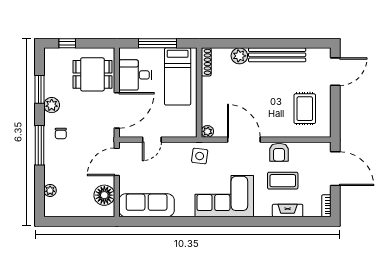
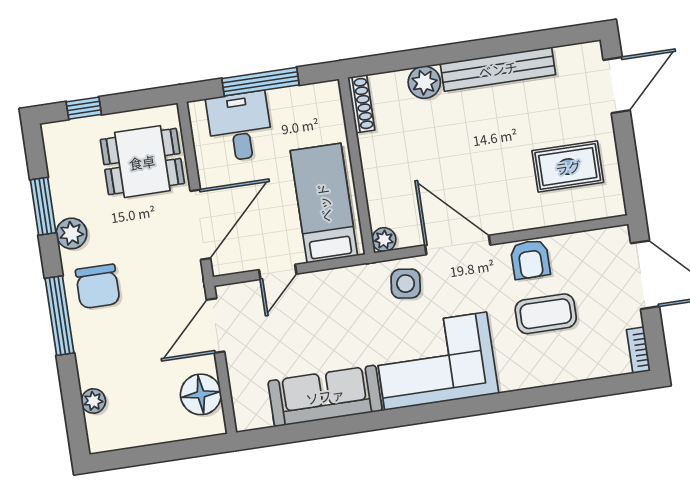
desk: (135, 75) -> (240, 126), moved, turned 90
bed: (178, 76) -> (324, 203), moved, turned 180
rug: (305, 109) -> (568, 167), turned 90
chair: (61, 133) -> (98, 286), width x1.87, depth x1.87
side table: (200, 156) -> (406, 284), moved
sofa: (147, 205) -> (325, 396), moved
fireplace: (288, 210) -> (564, 371), removed

